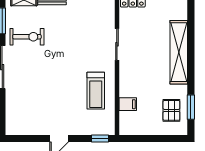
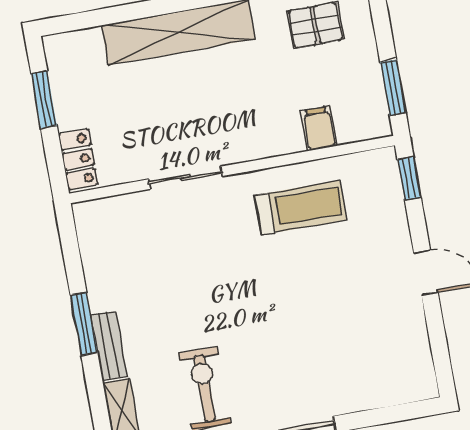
window: (139, 138) -> (393, 88), added

